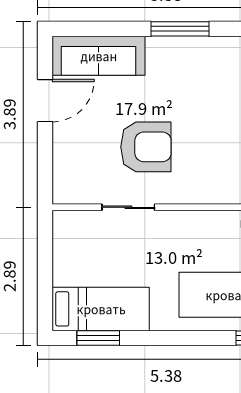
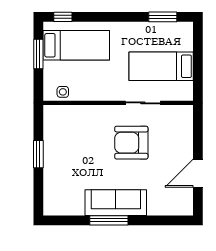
sofa: (99, 56) -> (116, 203), moved
bed: (101, 309) -> (161, 66), moved

